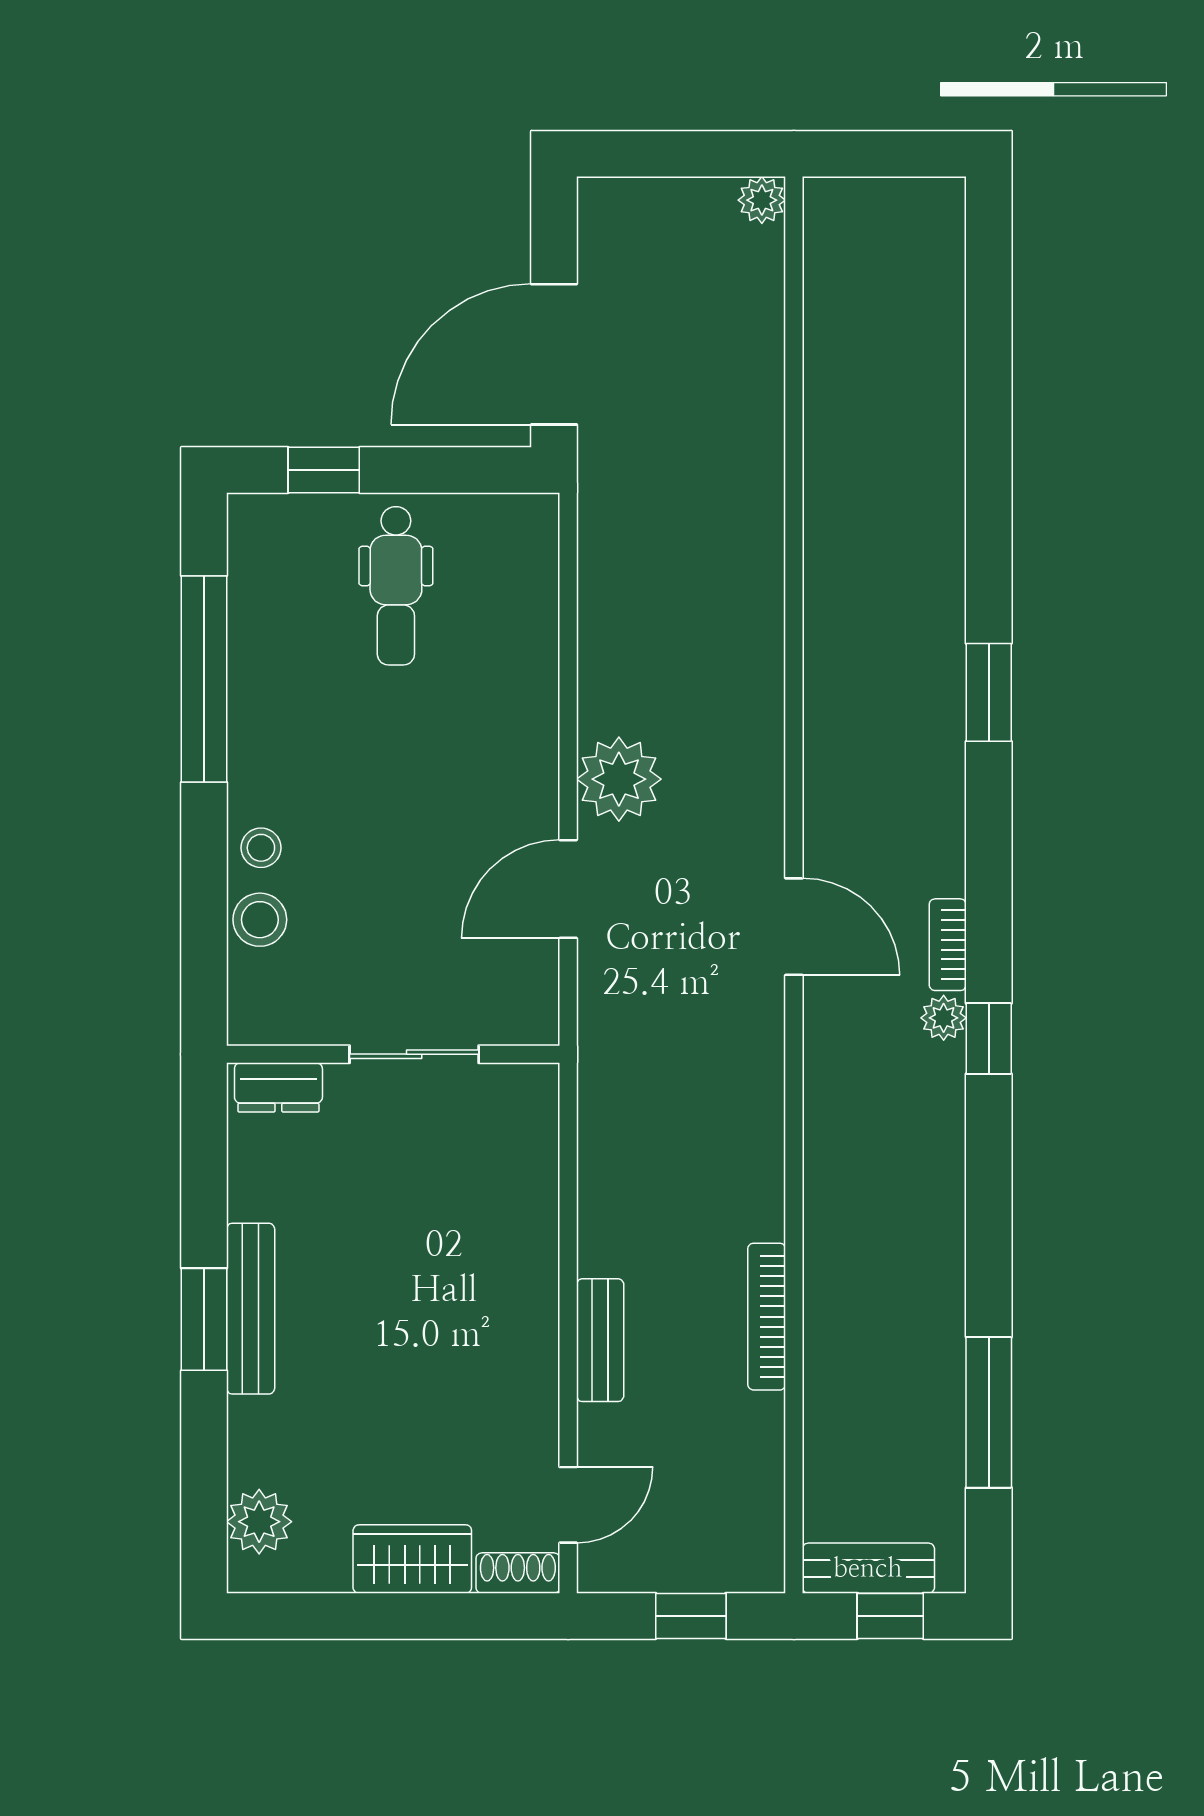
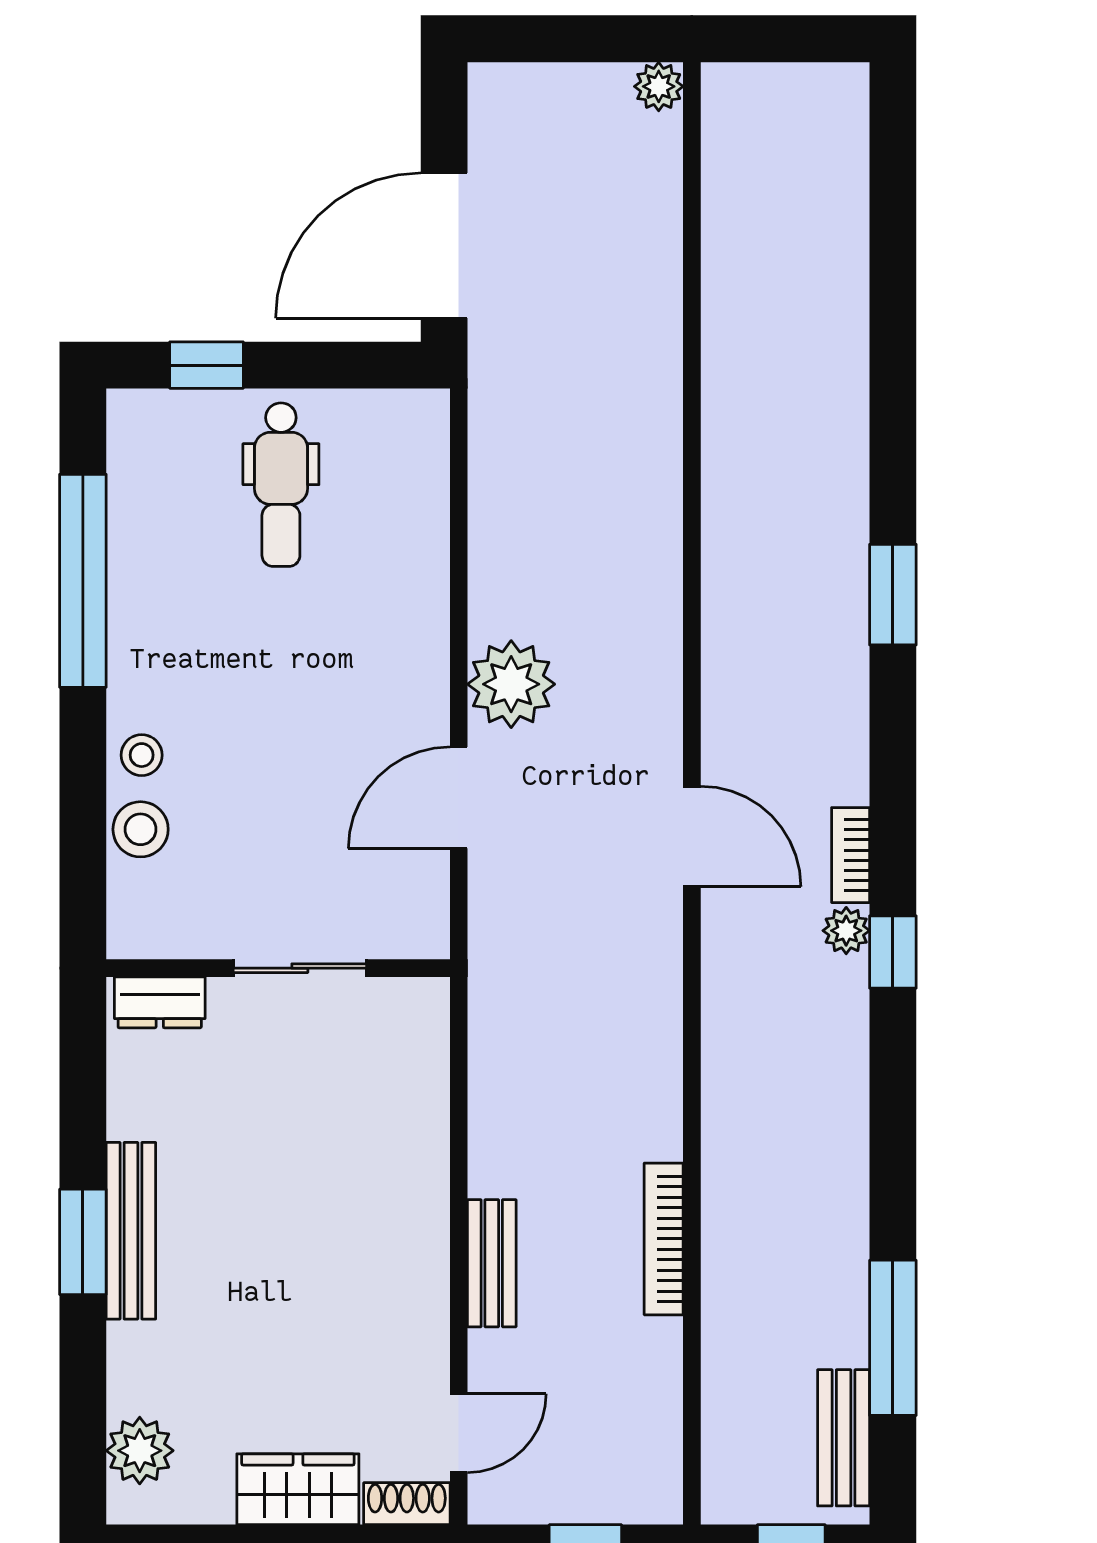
bench: (868, 1568) -> (844, 1438), moved, turned 90

